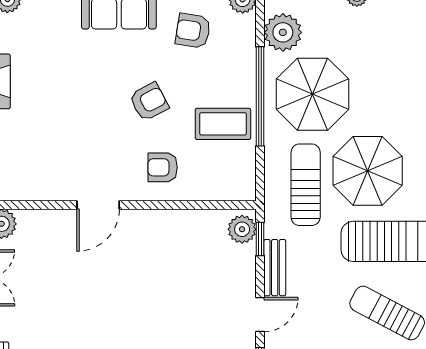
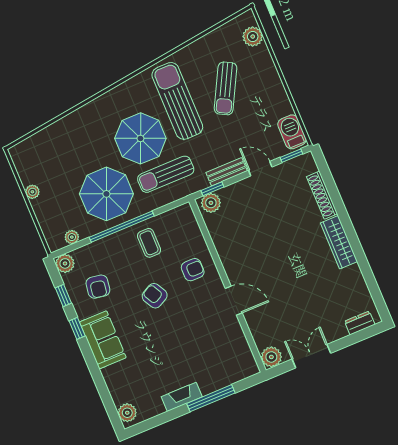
plant: (283, 32) -> (72, 237), width x0.53, depth x0.53
coffee table: (223, 124) -> (149, 243), width x0.73, depth x0.77
armchair: (163, 167) -> (193, 270), turned -90

